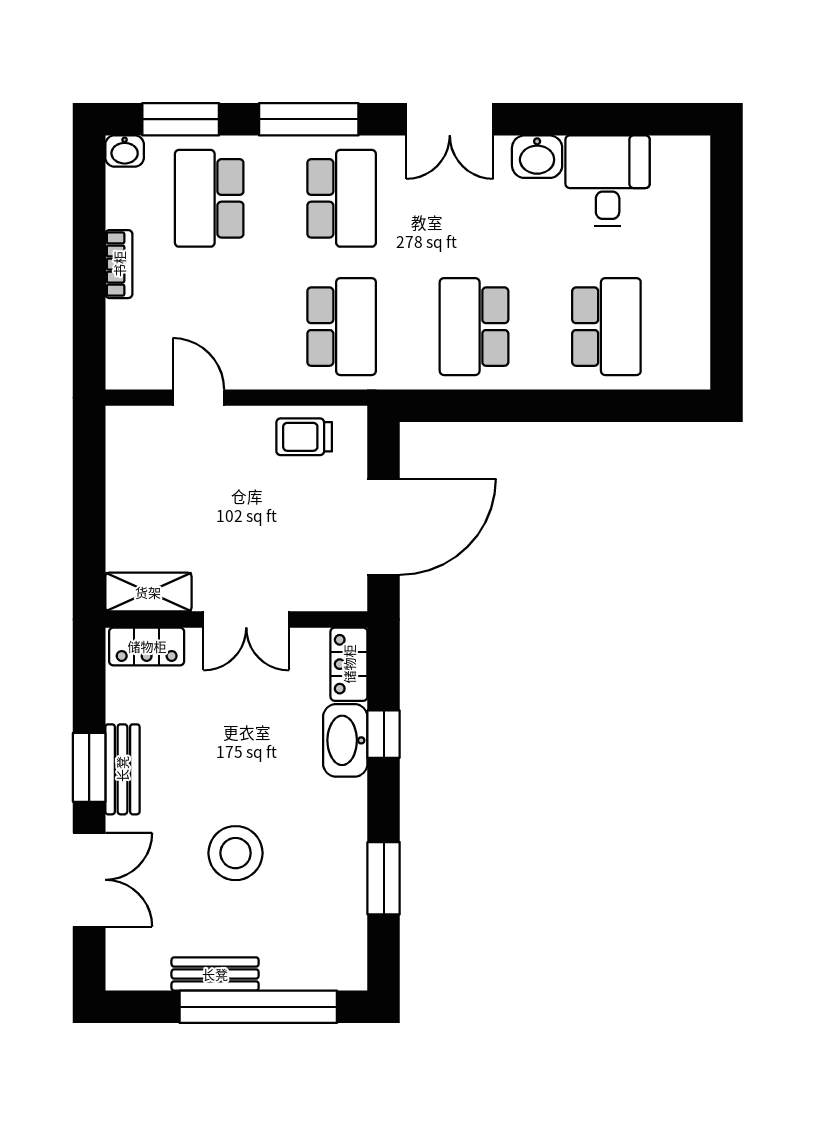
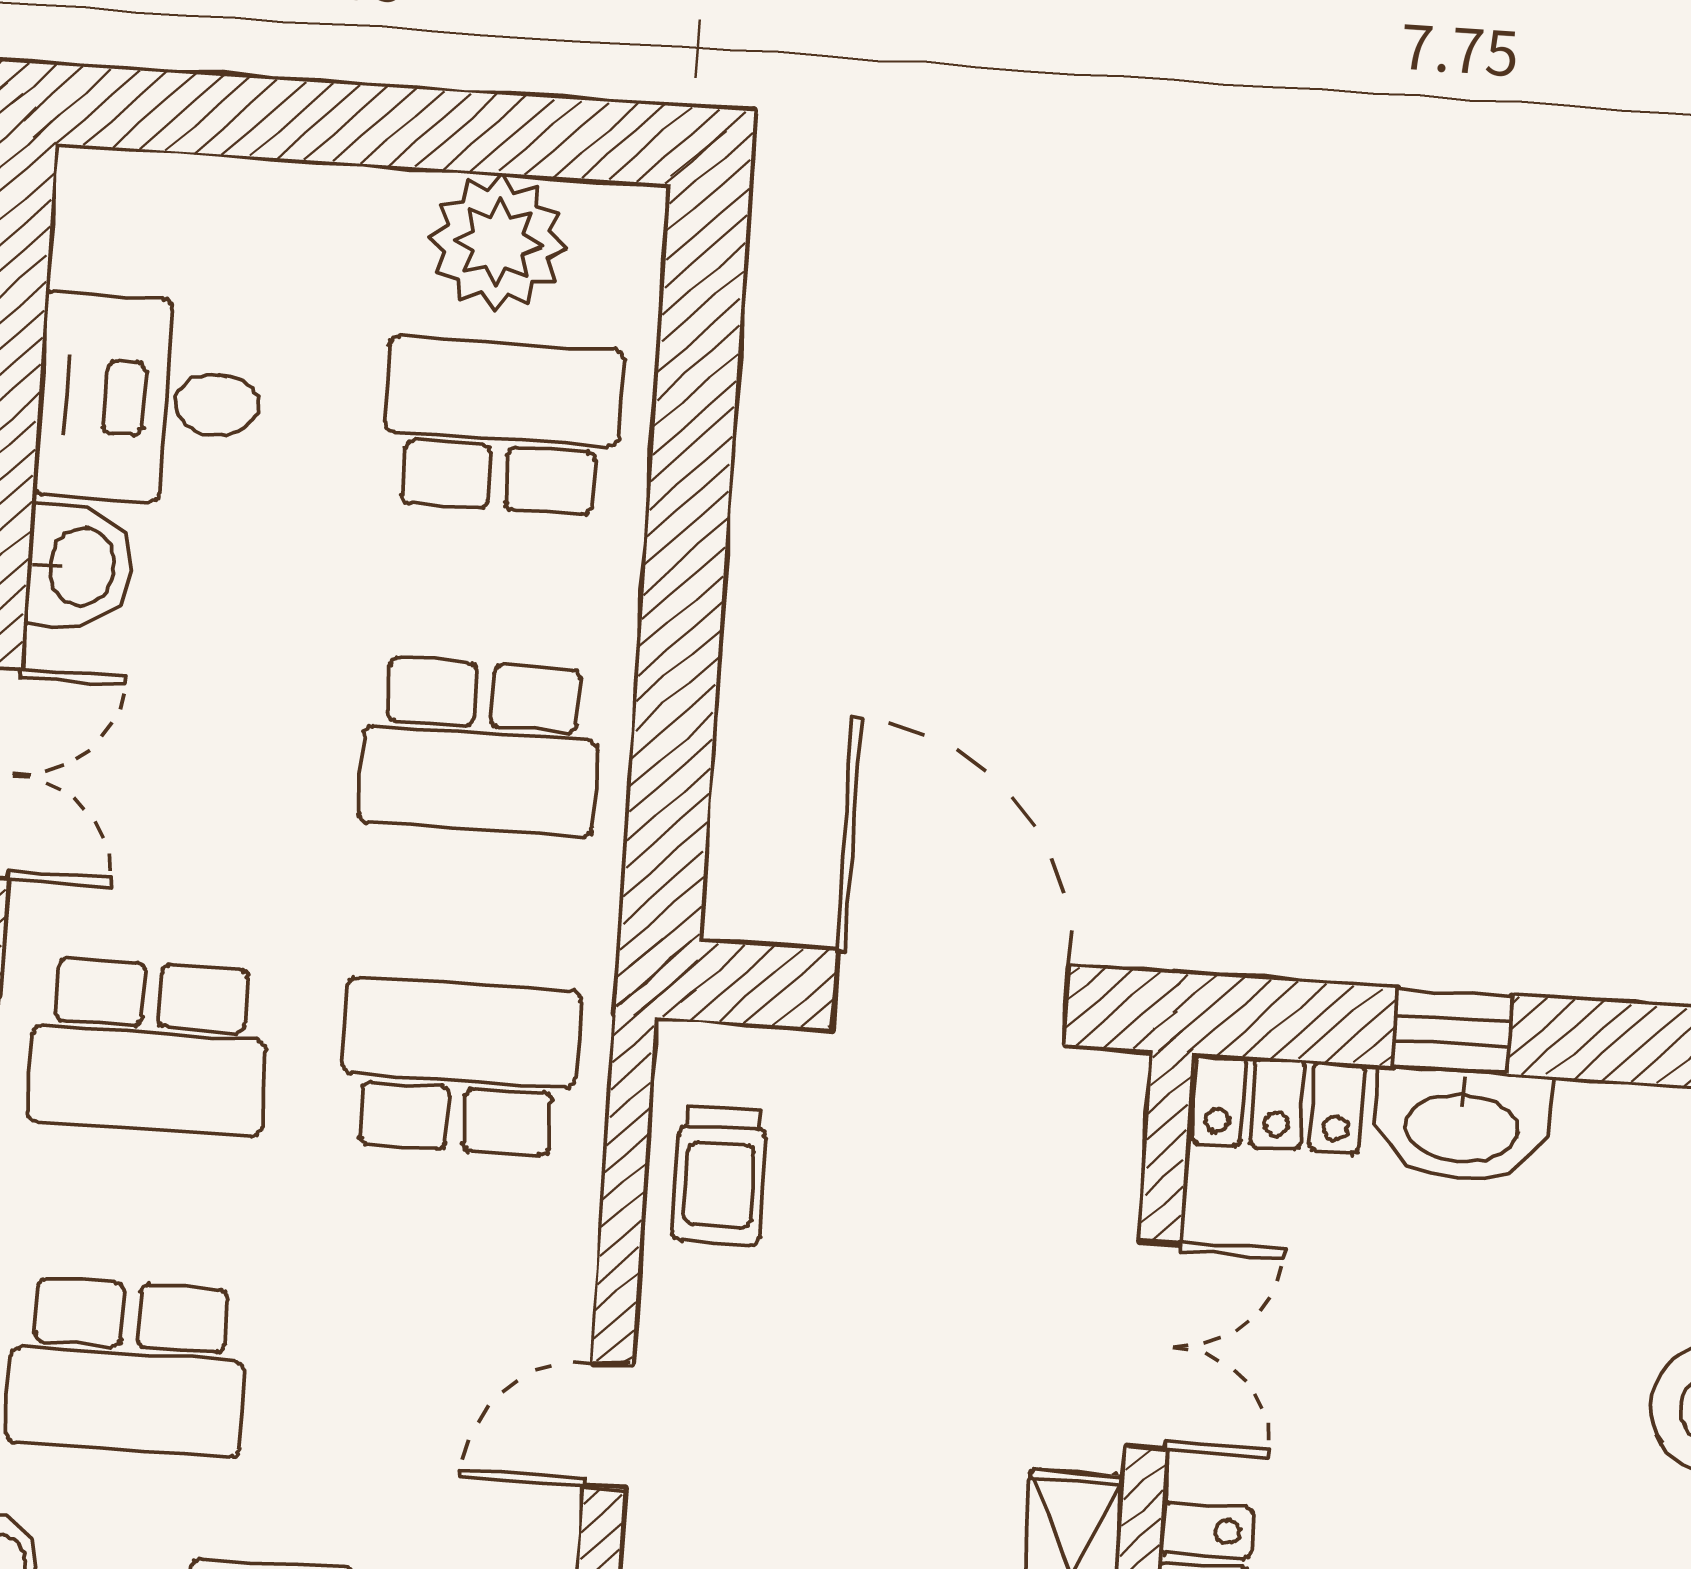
school desk: (342, 198) -> (149, 1046), turned 180
plant: (682, 320) -> (498, 242), added

